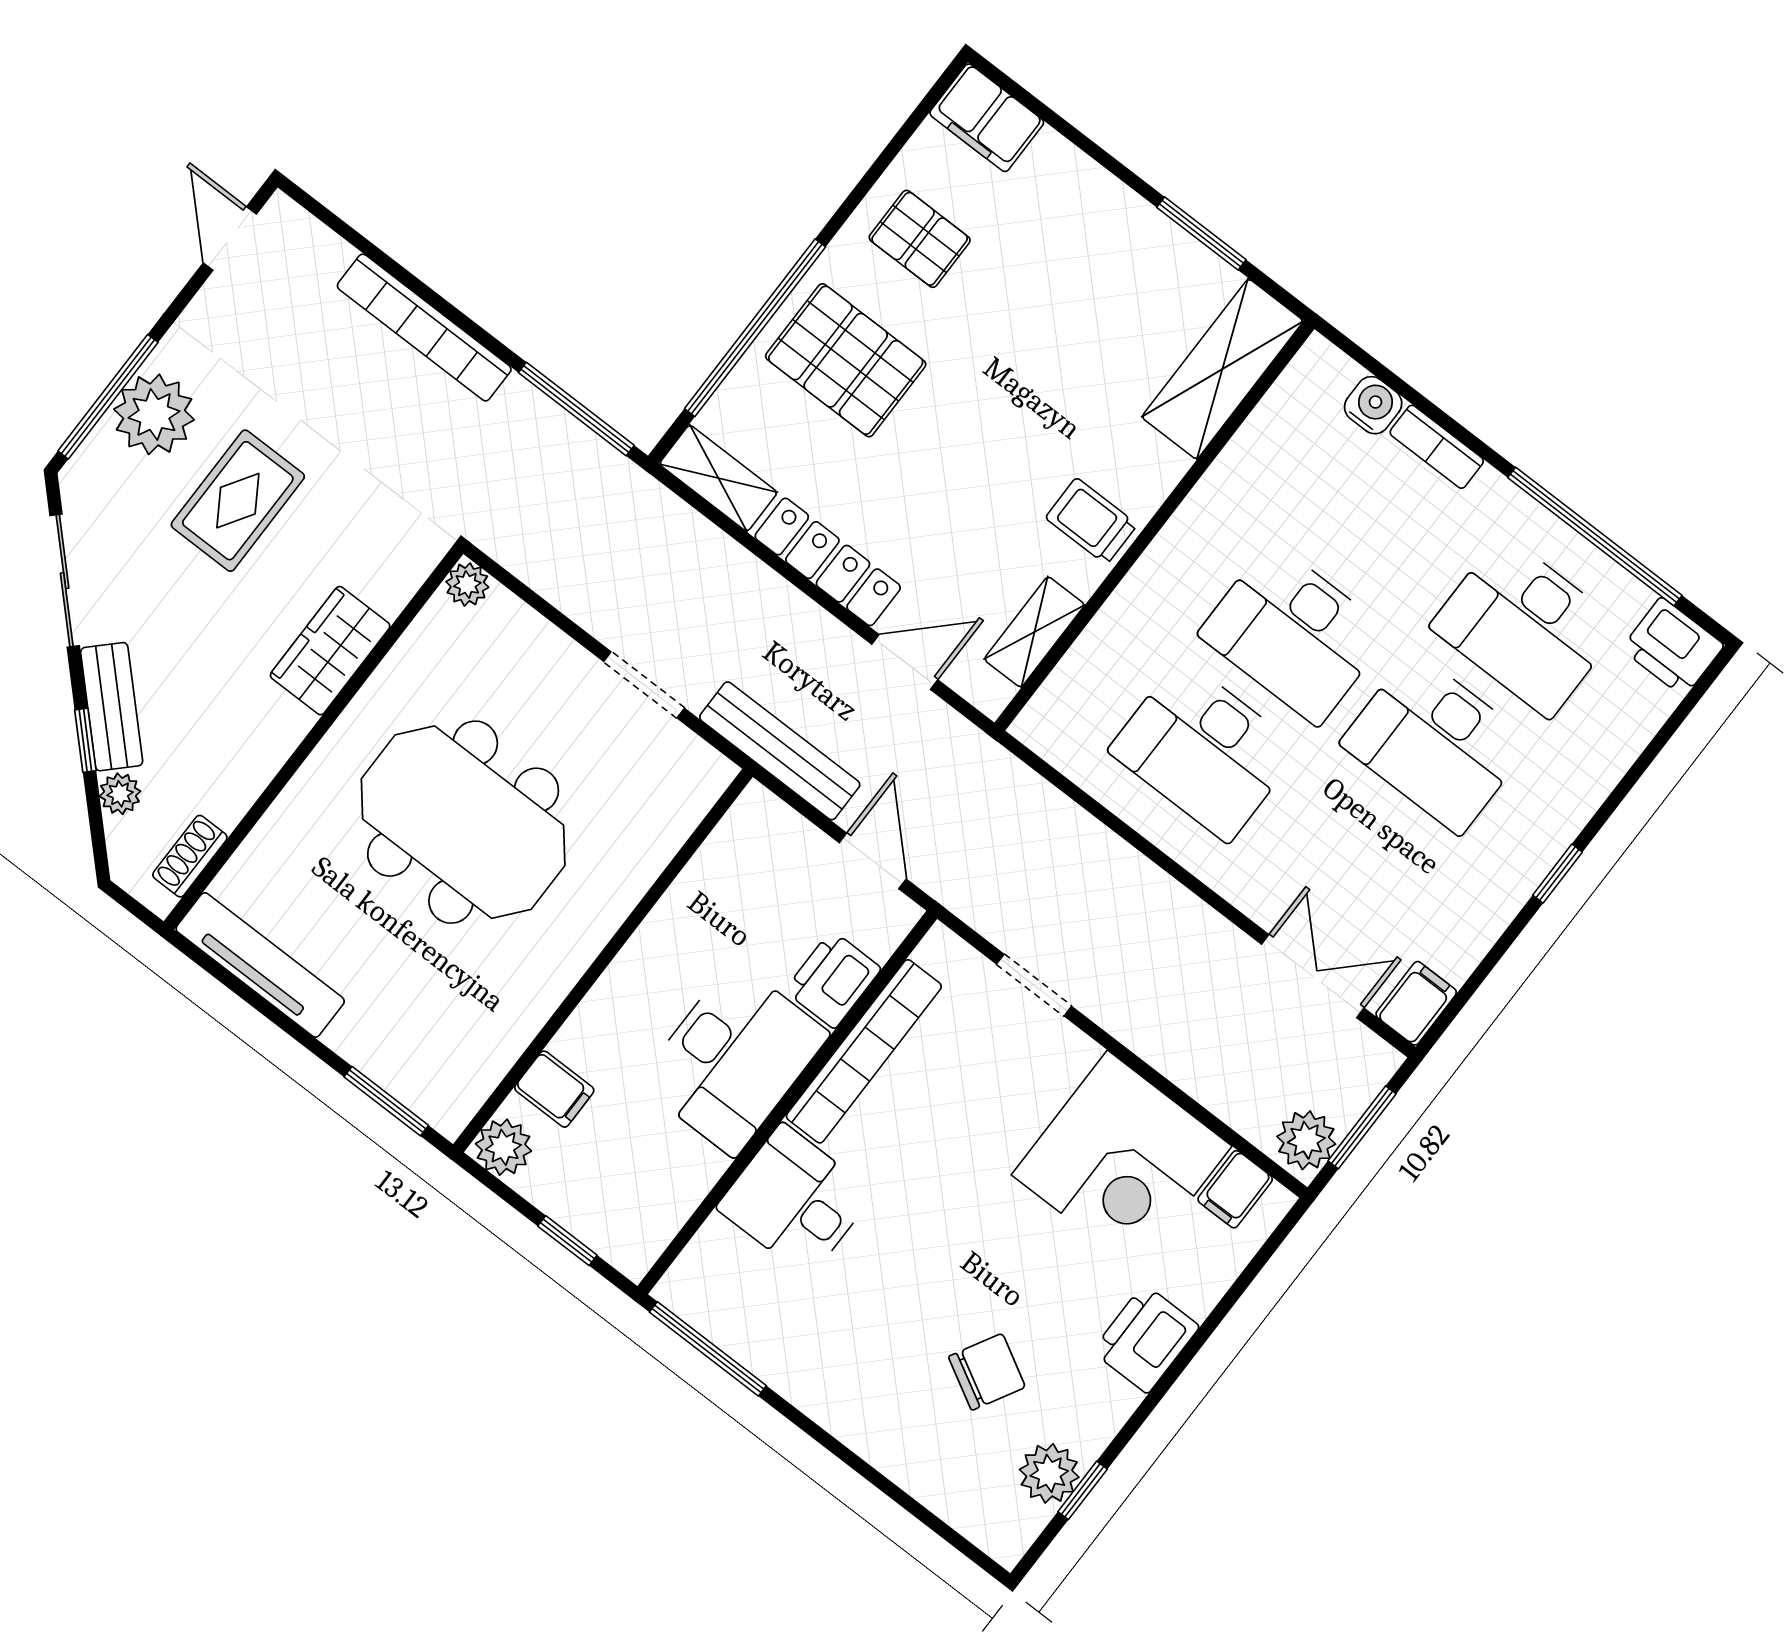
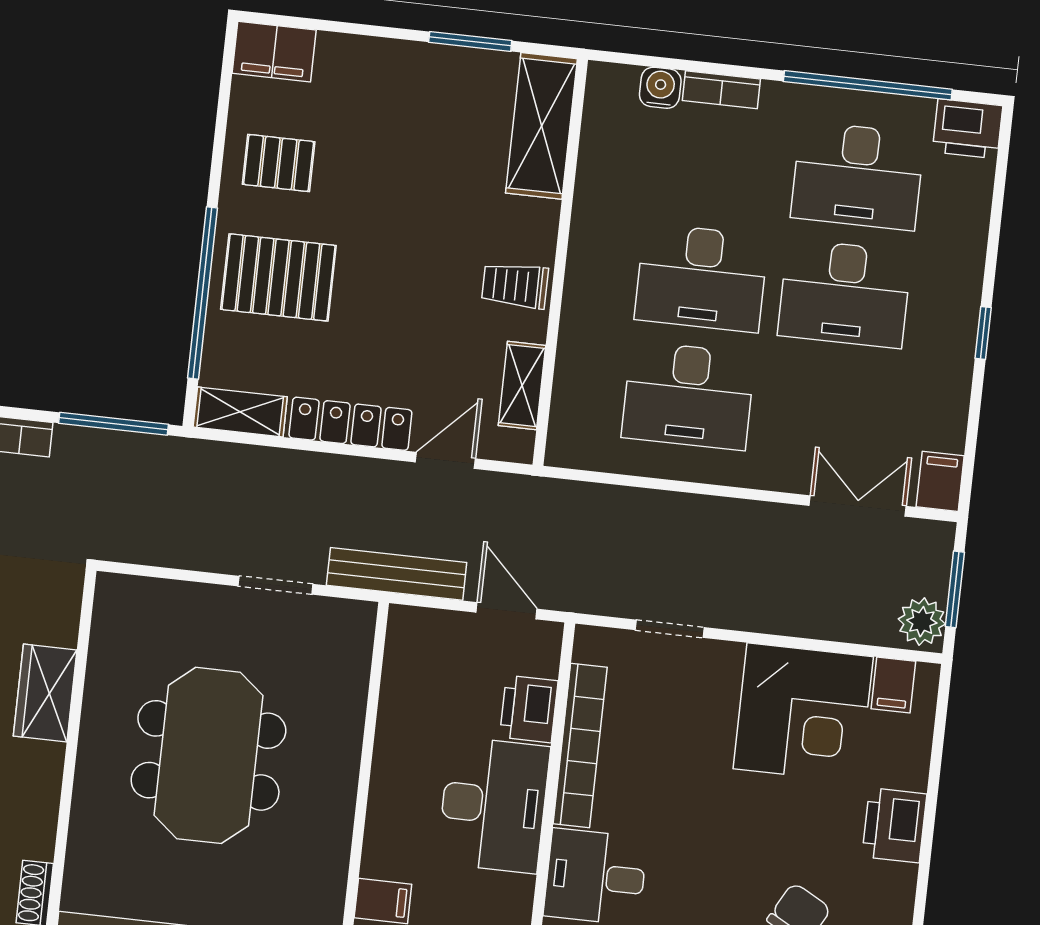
plant: (467, 584) -> (112, 590), removed
meeting table: (463, 822) -> (208, 755), turned 90

